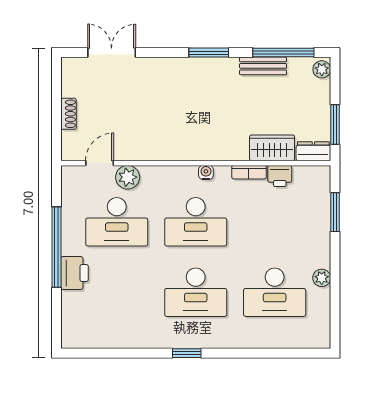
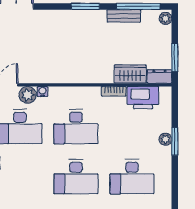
water cooler: (206, 172) -> (43, 92), moved
printer: (280, 176) -> (143, 98), width x1.87, depth x1.48
window: (335, 212) -> (175, 141), moved
plant: (322, 278) -> (165, 139), moved

